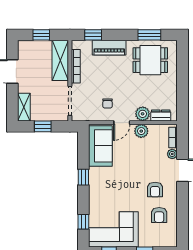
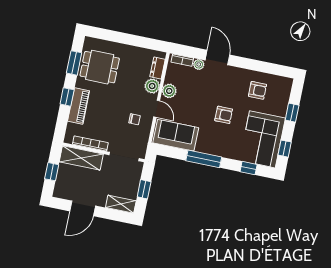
window: (93, 35) -> (67, 97), moved
dining table: (150, 60) -> (100, 67), turned 90
window: (83, 177) -> (204, 159), width x2.17
armchair: (155, 190) -> (224, 115), moved

